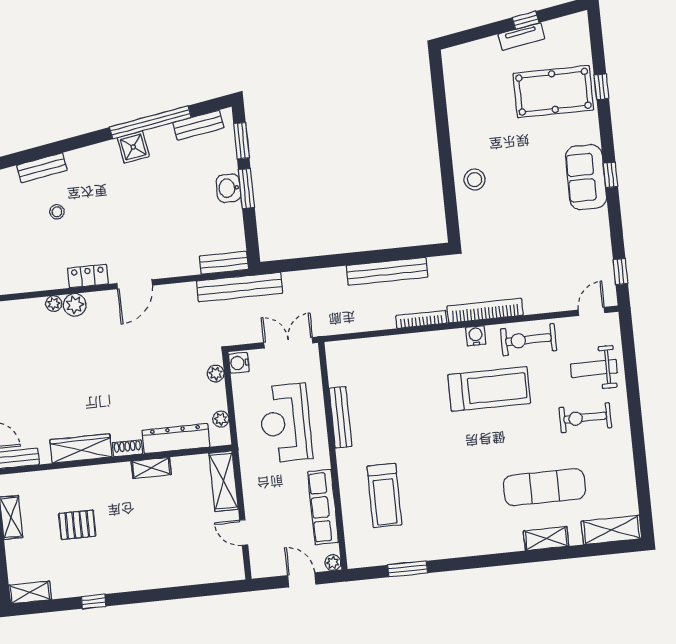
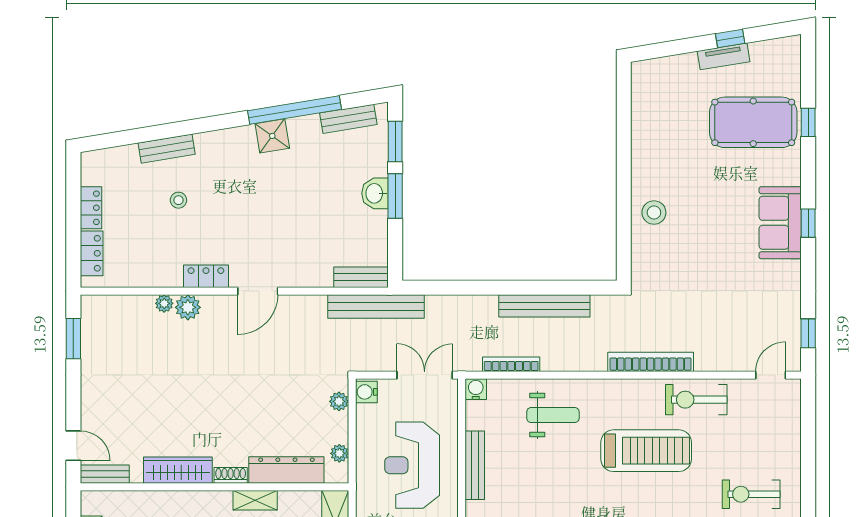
bookcase: (421, 319) -> (511, 364), moved
water cooler: (476, 336) -> (476, 389), moved
weight bench: (594, 368) -> (553, 415), moved, turned 180

